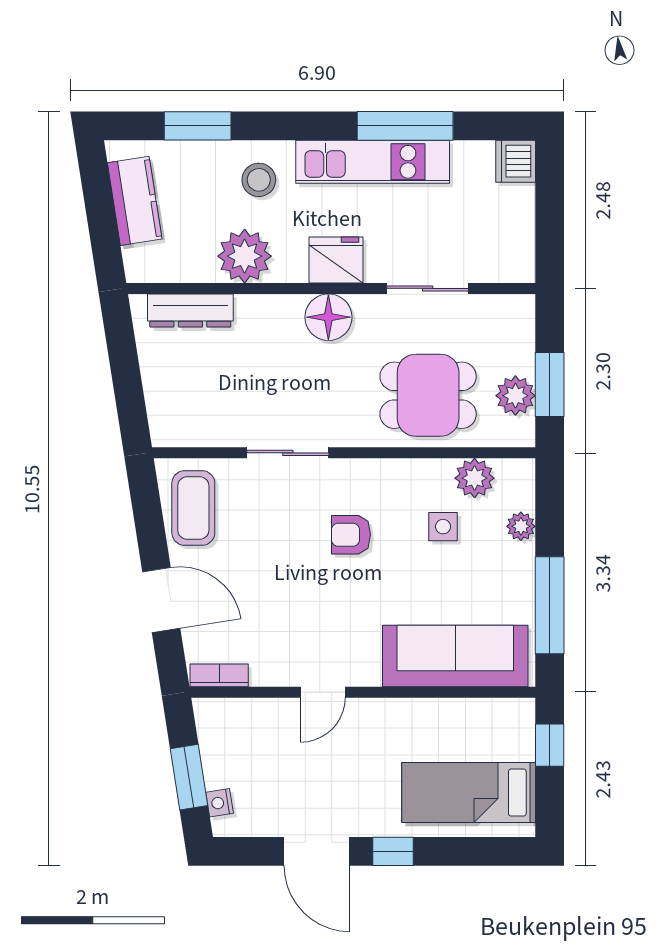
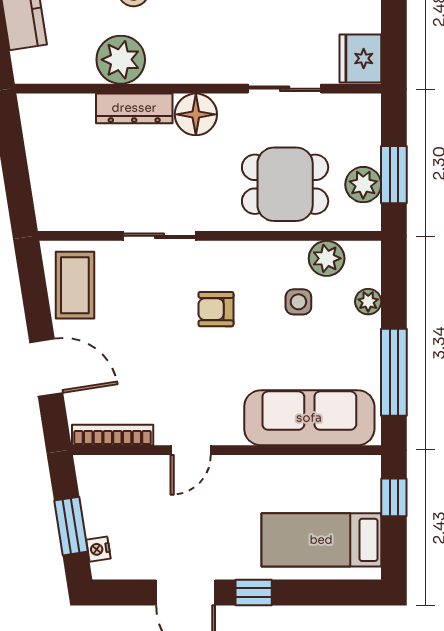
fridge: (336, 260) -> (360, 58), moved, turned -90
dresser: (190, 311) -> (134, 108), moved
bookcase: (219, 675) -> (113, 435), width x1.56

